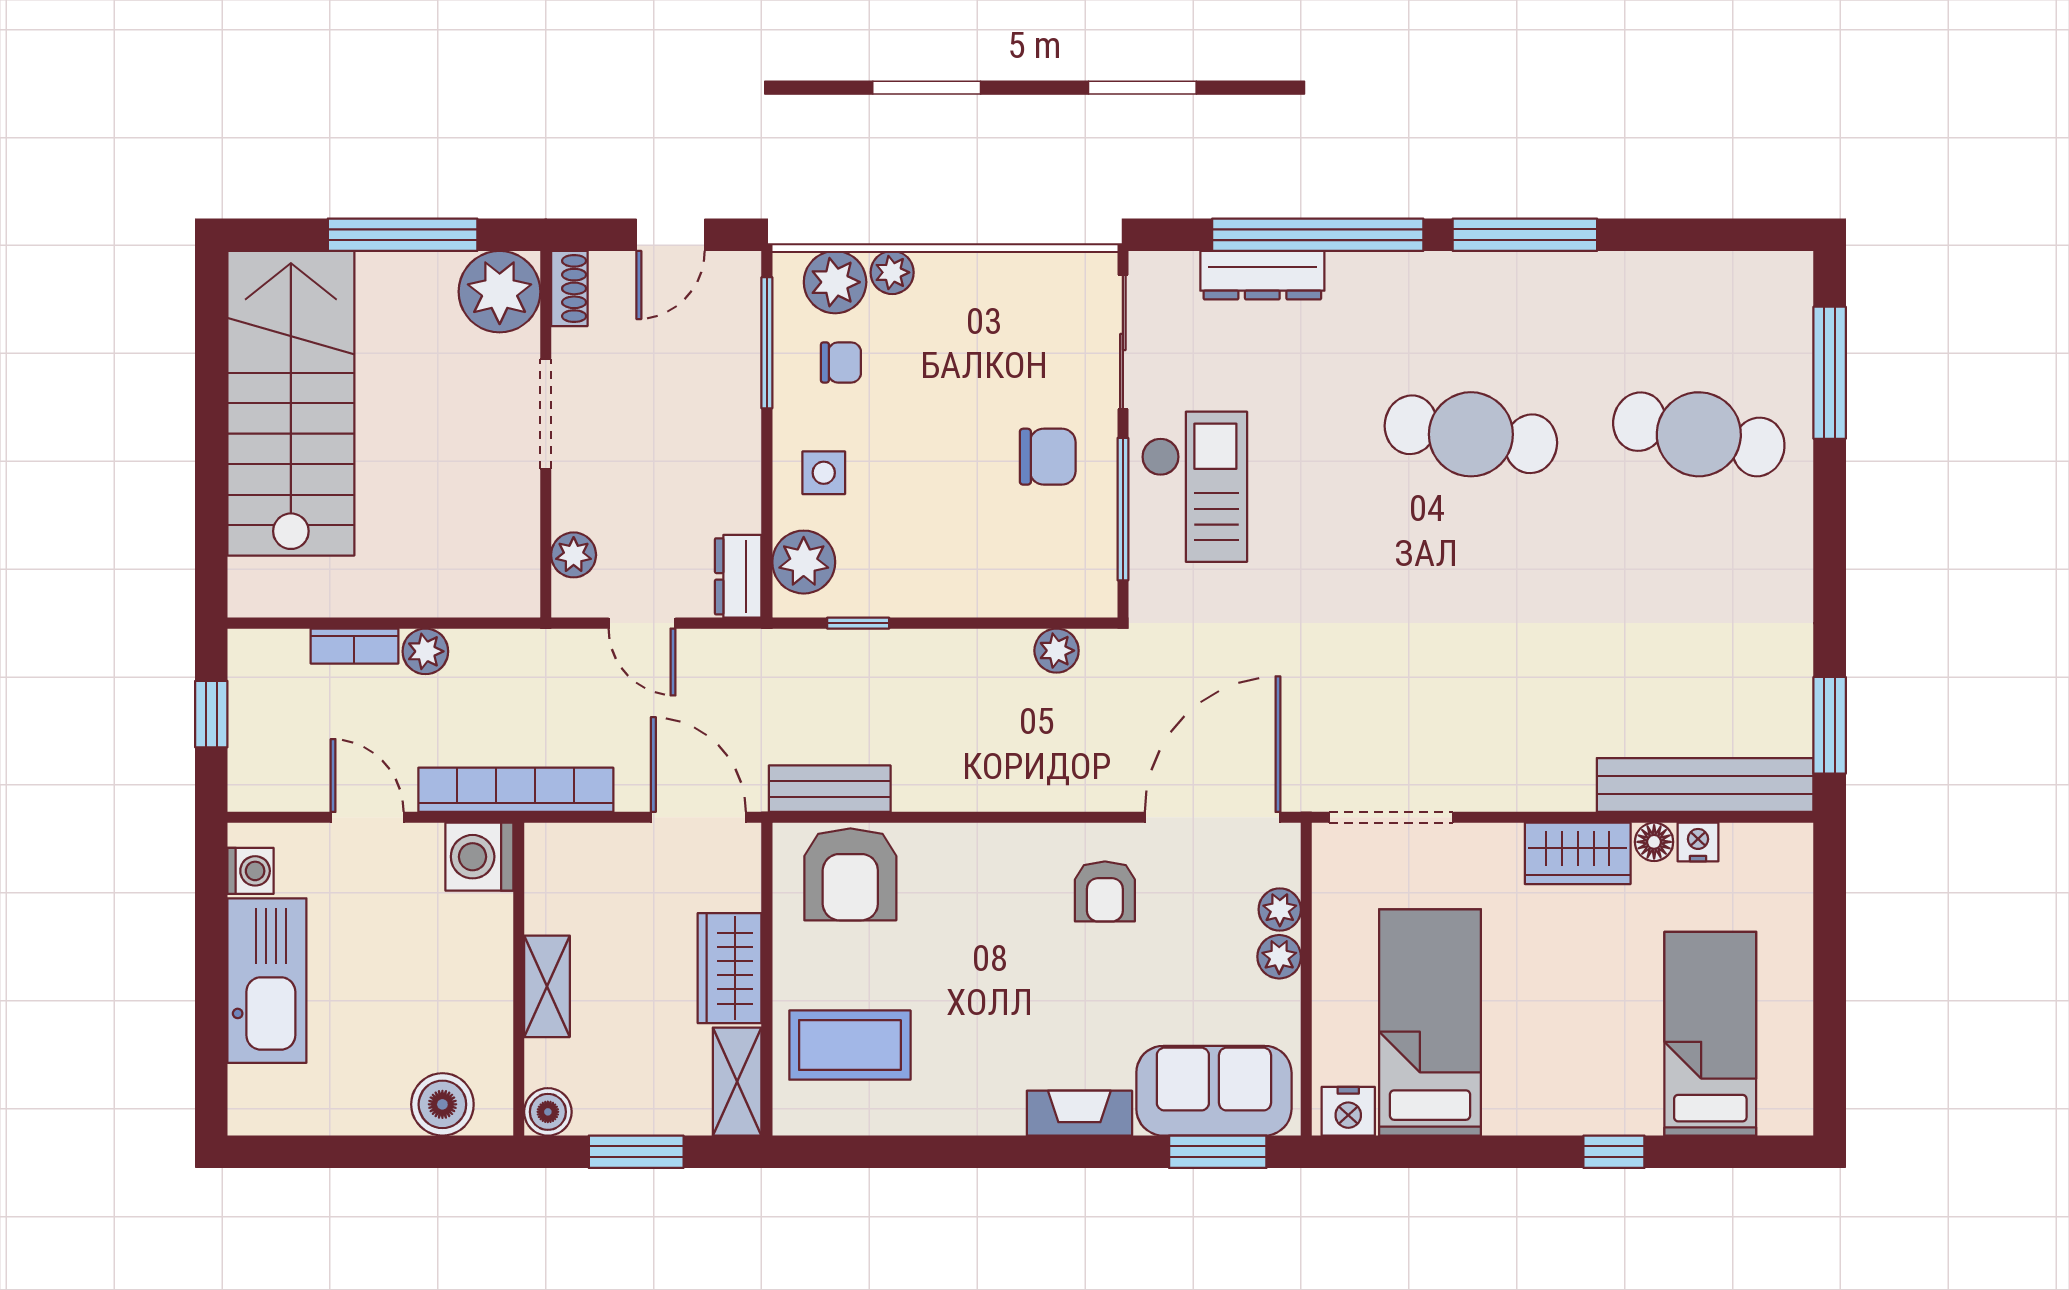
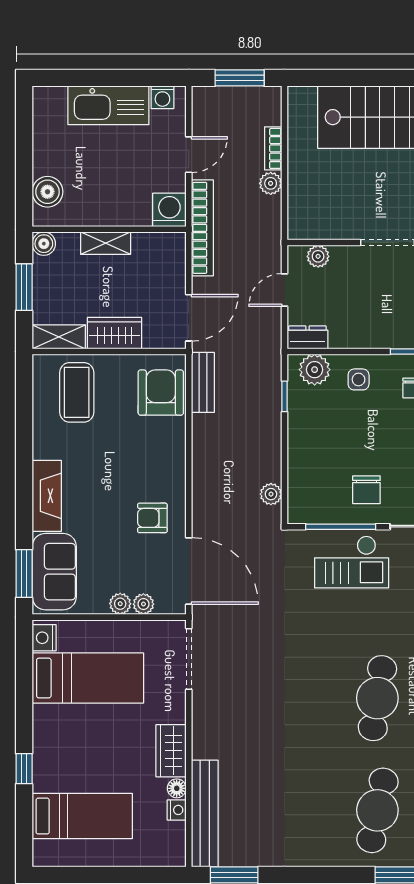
window: (211, 714) -> (240, 78), width x1.50
armchair: (850, 874) -> (161, 393), turned 90
fireplace: (1079, 1113) -> (47, 496), width x1.37, depth x1.32

